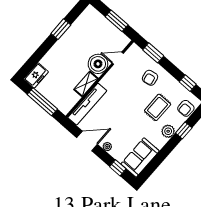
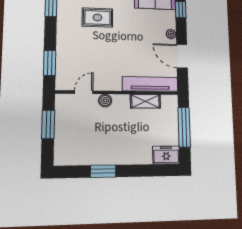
door: (118, 58) -> (84, 92), swing flipped
boiler: (98, 64) -> (105, 101), width x0.54, depth x0.54
armchair: (150, 78) -> (76, 47), removed
shelving: (86, 84) -> (145, 101), moved

